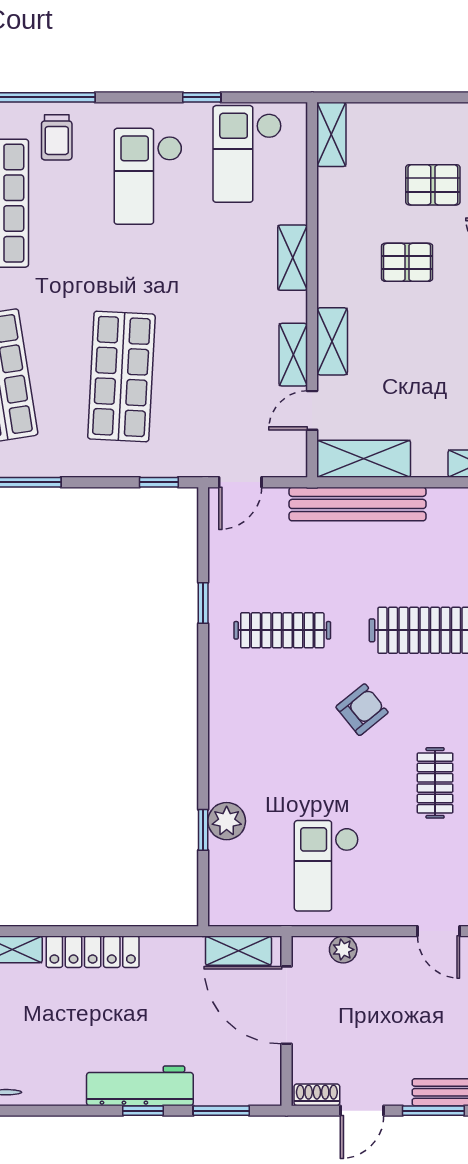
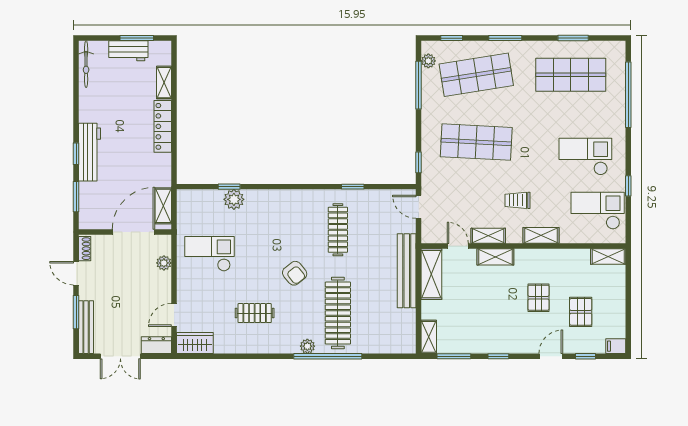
trolley: (57, 137) -> (518, 200), moved

